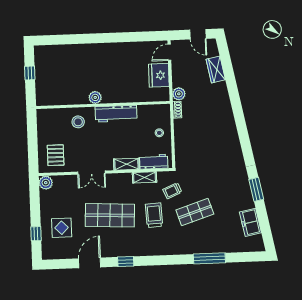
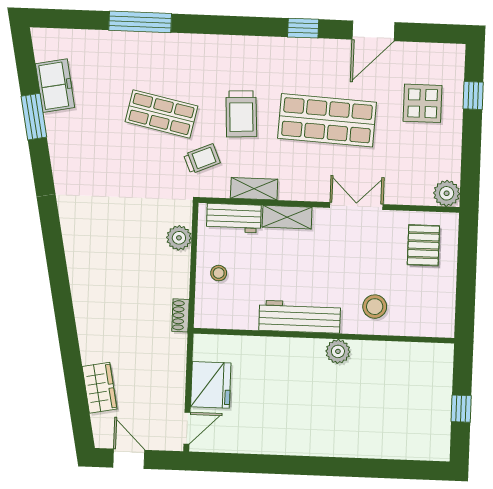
plant: (179, 94) -> (179, 238), moved
window: (256, 189) -> (34, 117), moved
shop shelf: (195, 212) -> (161, 114), turned 30

